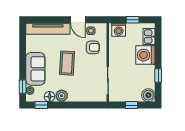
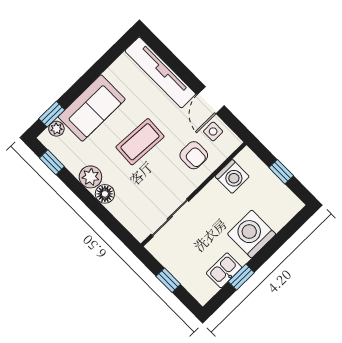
washing machine: (119, 30) -> (232, 176), moved, turned -90
kitchen sink: (149, 37) -> (224, 270), moved
boiler: (148, 95) -> (203, 290), removed
floor lamp: (50, 97) -> (105, 194), moved

